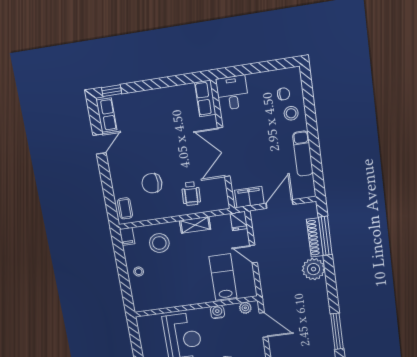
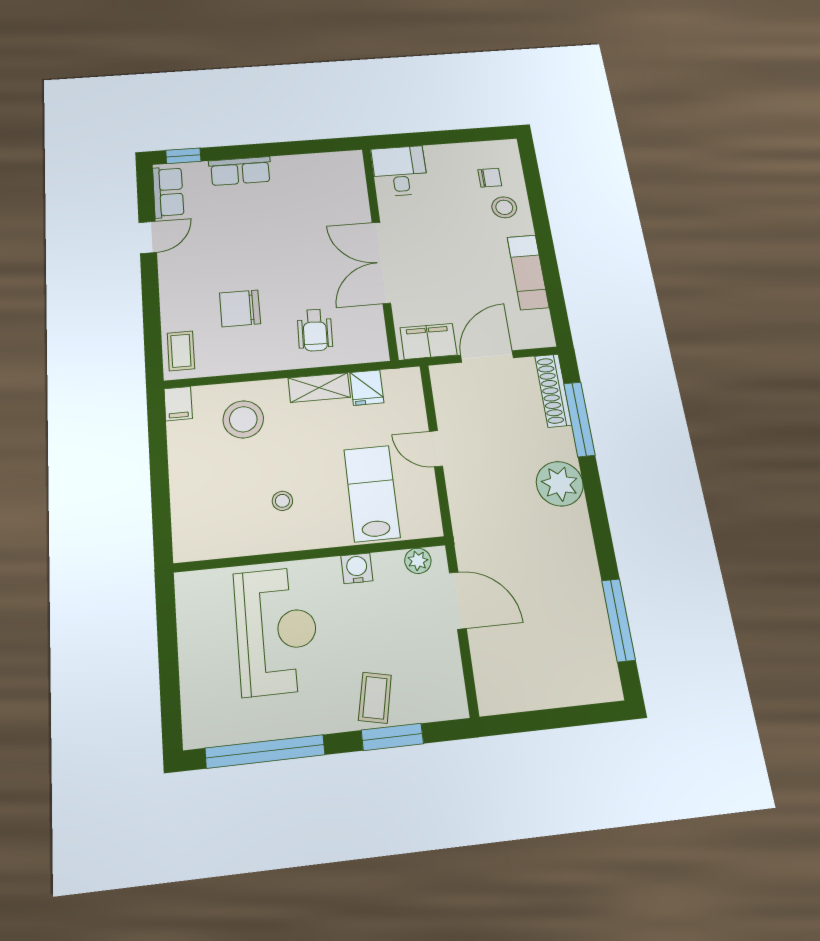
row of seats: (205, 98) -> (240, 171), moved, turned -90
fridge: (239, 221) -> (367, 388), moved
shoe rack: (315, 237) -> (553, 390), moved
stool: (139, 272) -> (282, 501), moved

